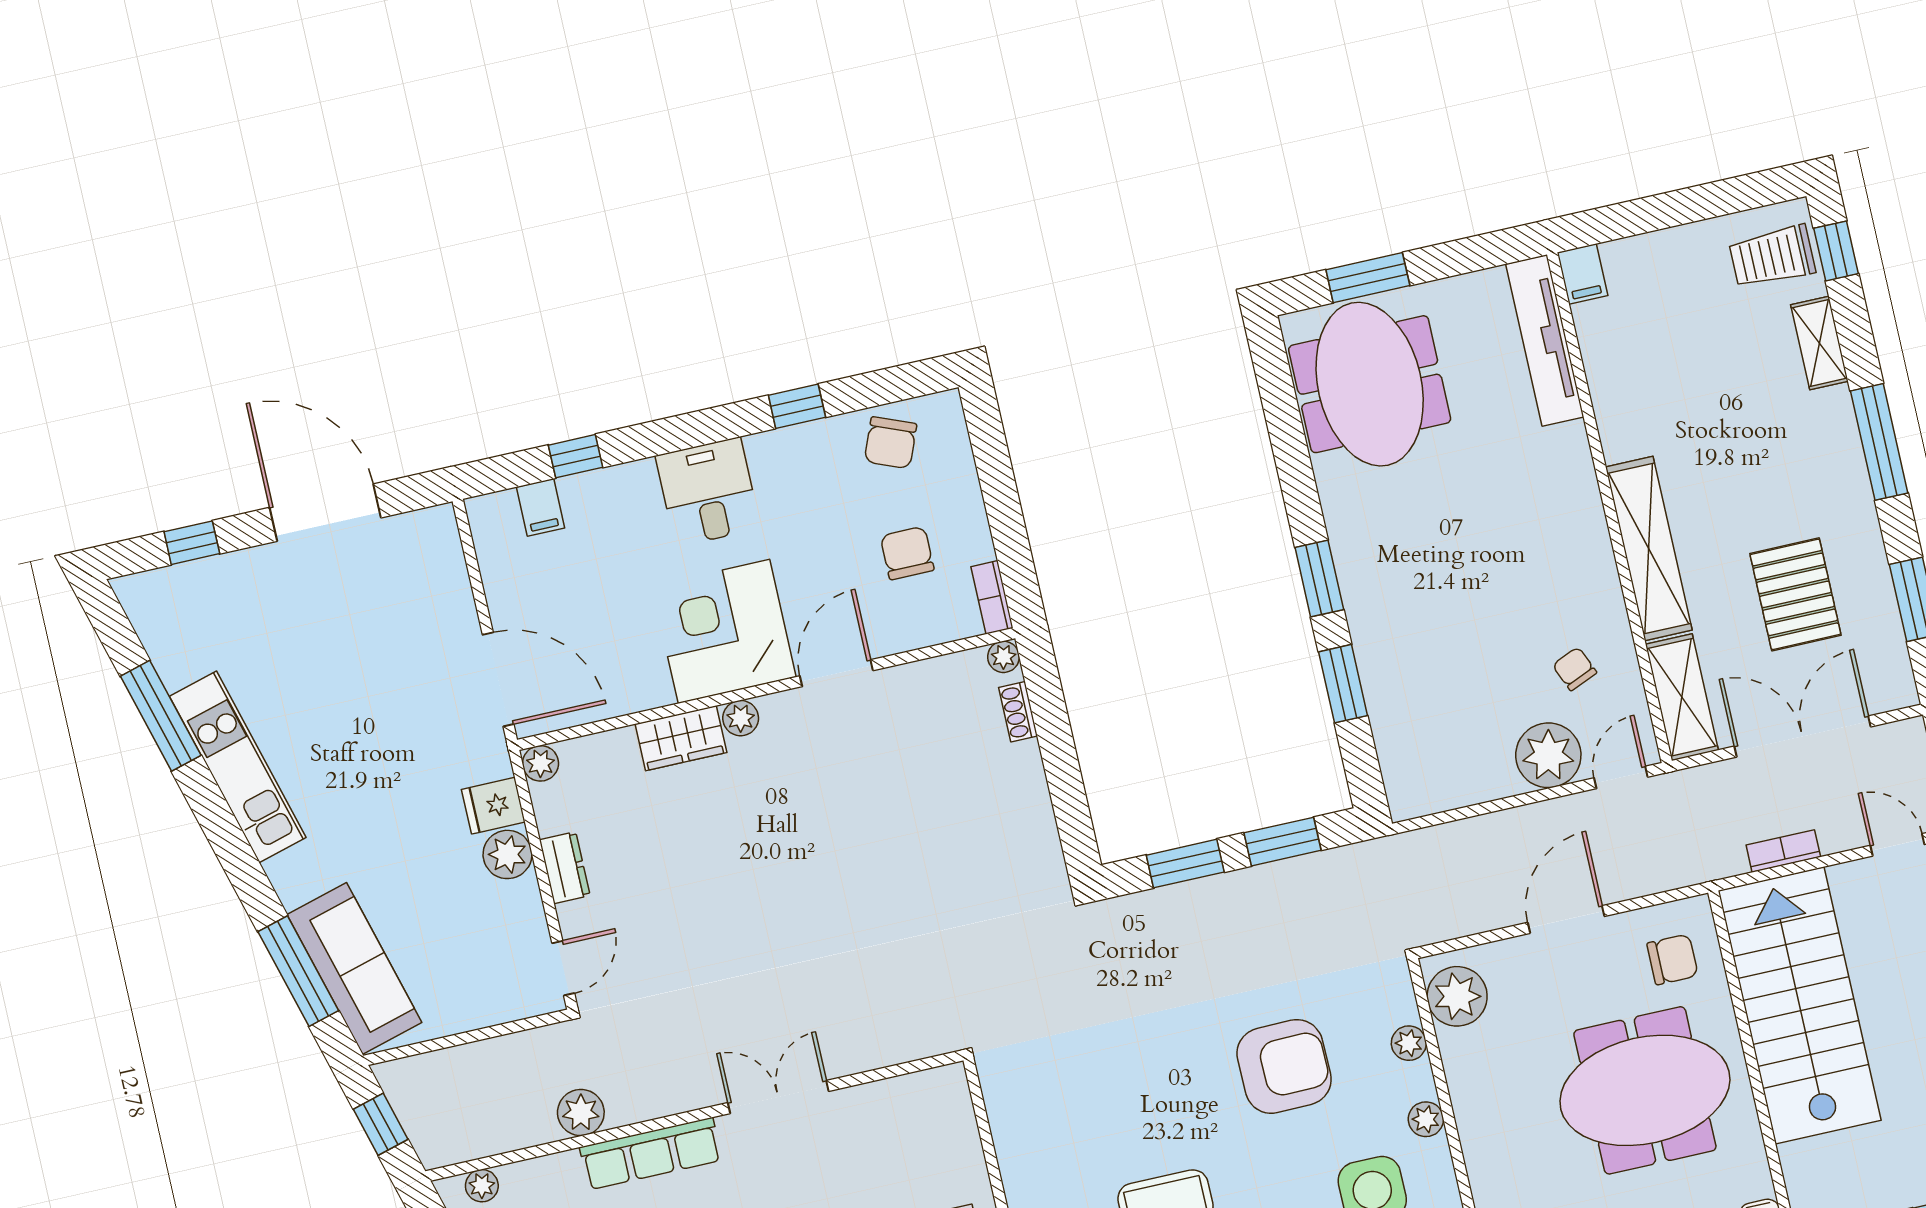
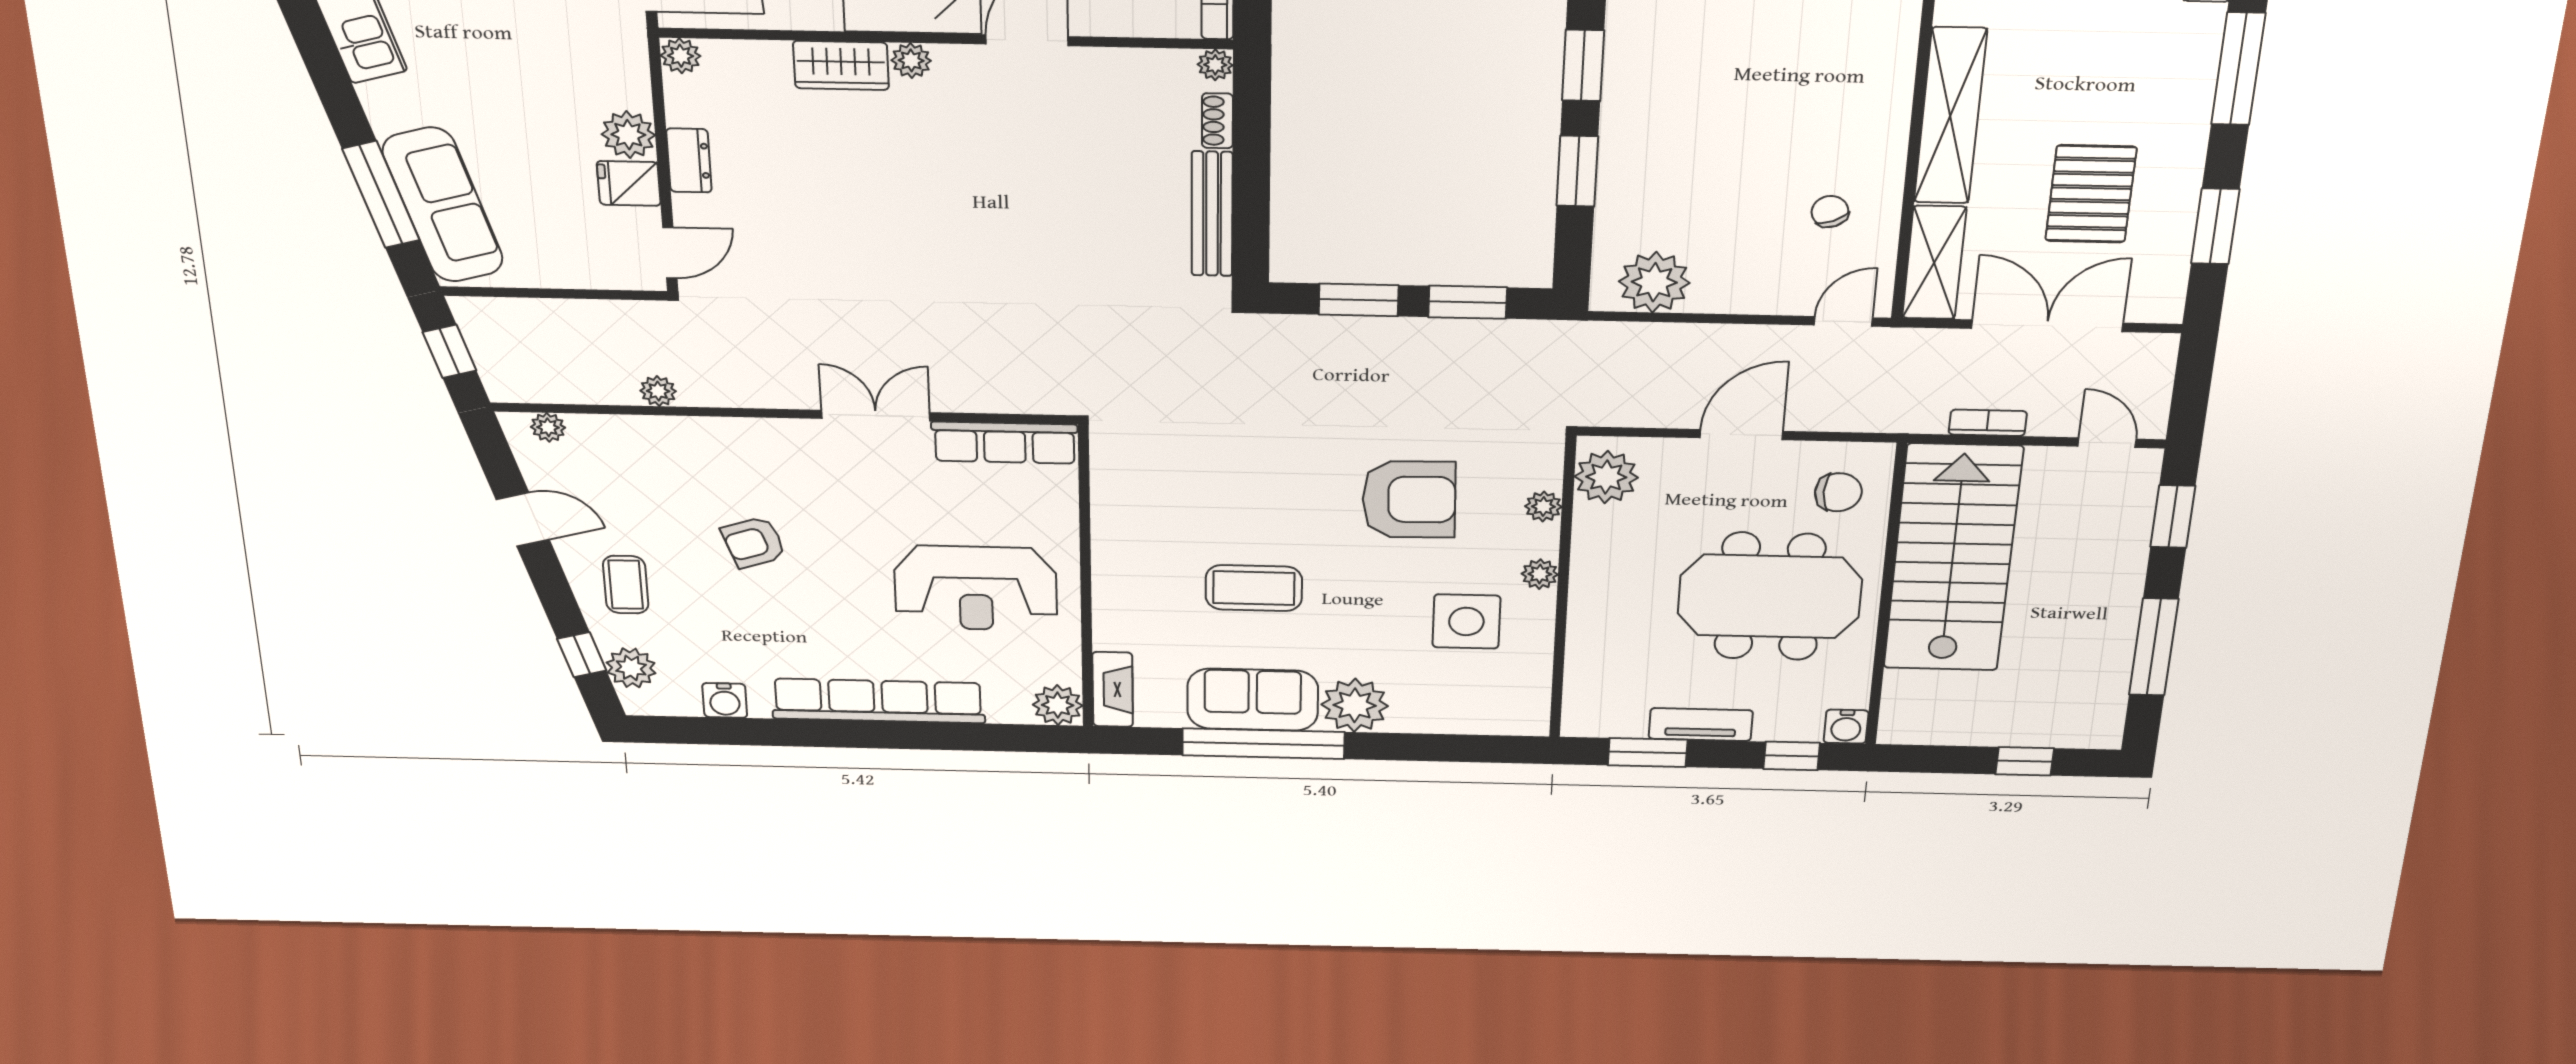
plant: (1548, 755) -> (1654, 282), moved
fridge: (493, 806) -> (629, 183), moved
bench: (1035, 807) -> (1212, 214), added
plant: (581, 1113) -> (658, 391), width x0.73, depth x0.73
row of seats: (651, 1154) -> (1005, 443), moved

